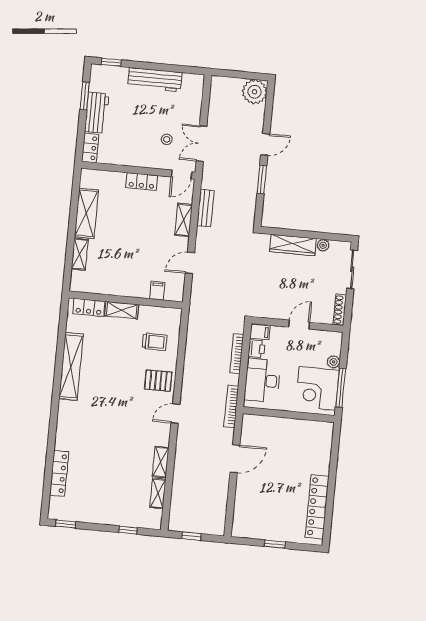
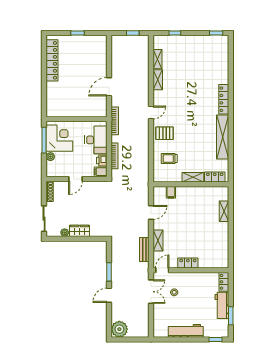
shelving: (86, 213) -> (222, 239), removed
wardrobe: (293, 245) -> (80, 231), width x0.67
locker: (59, 473) -> (224, 99), moved

